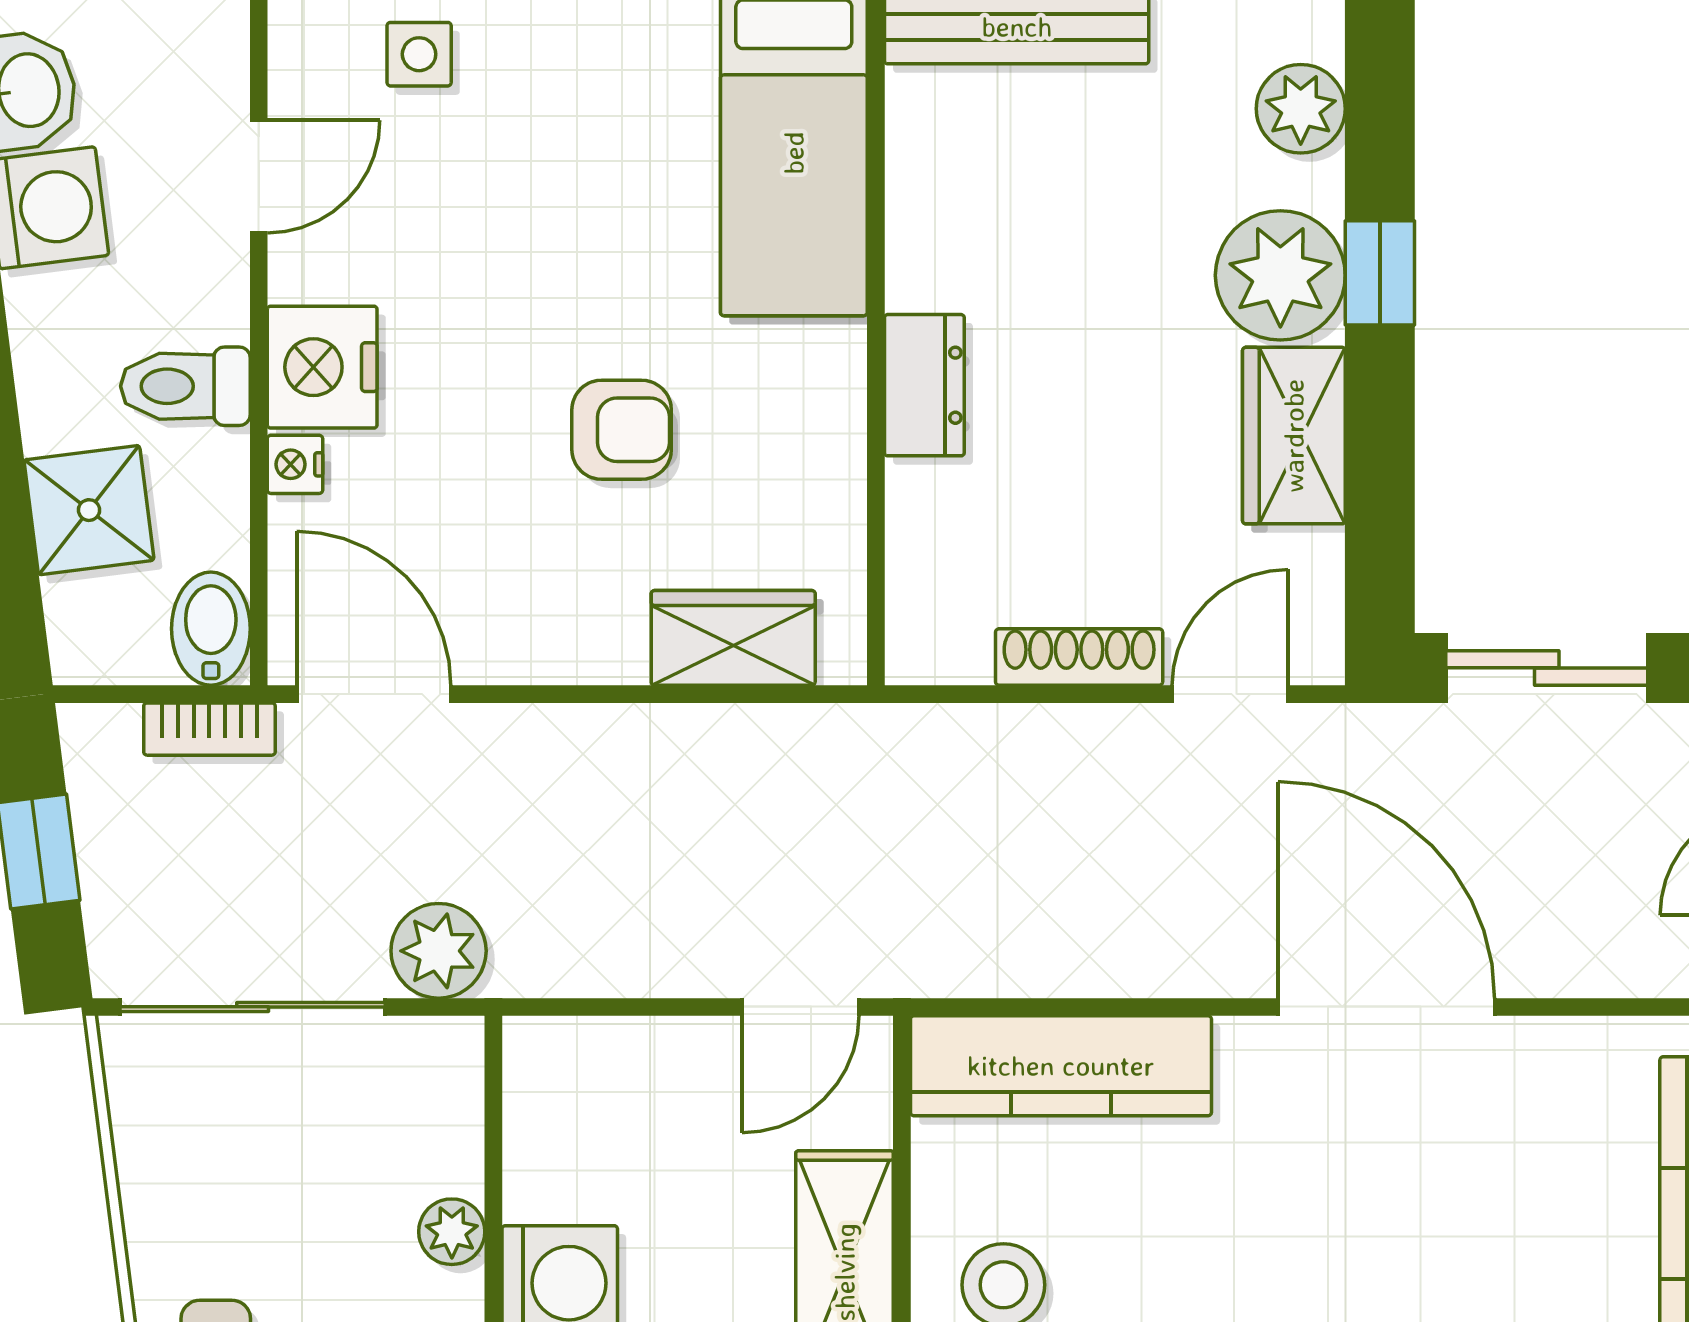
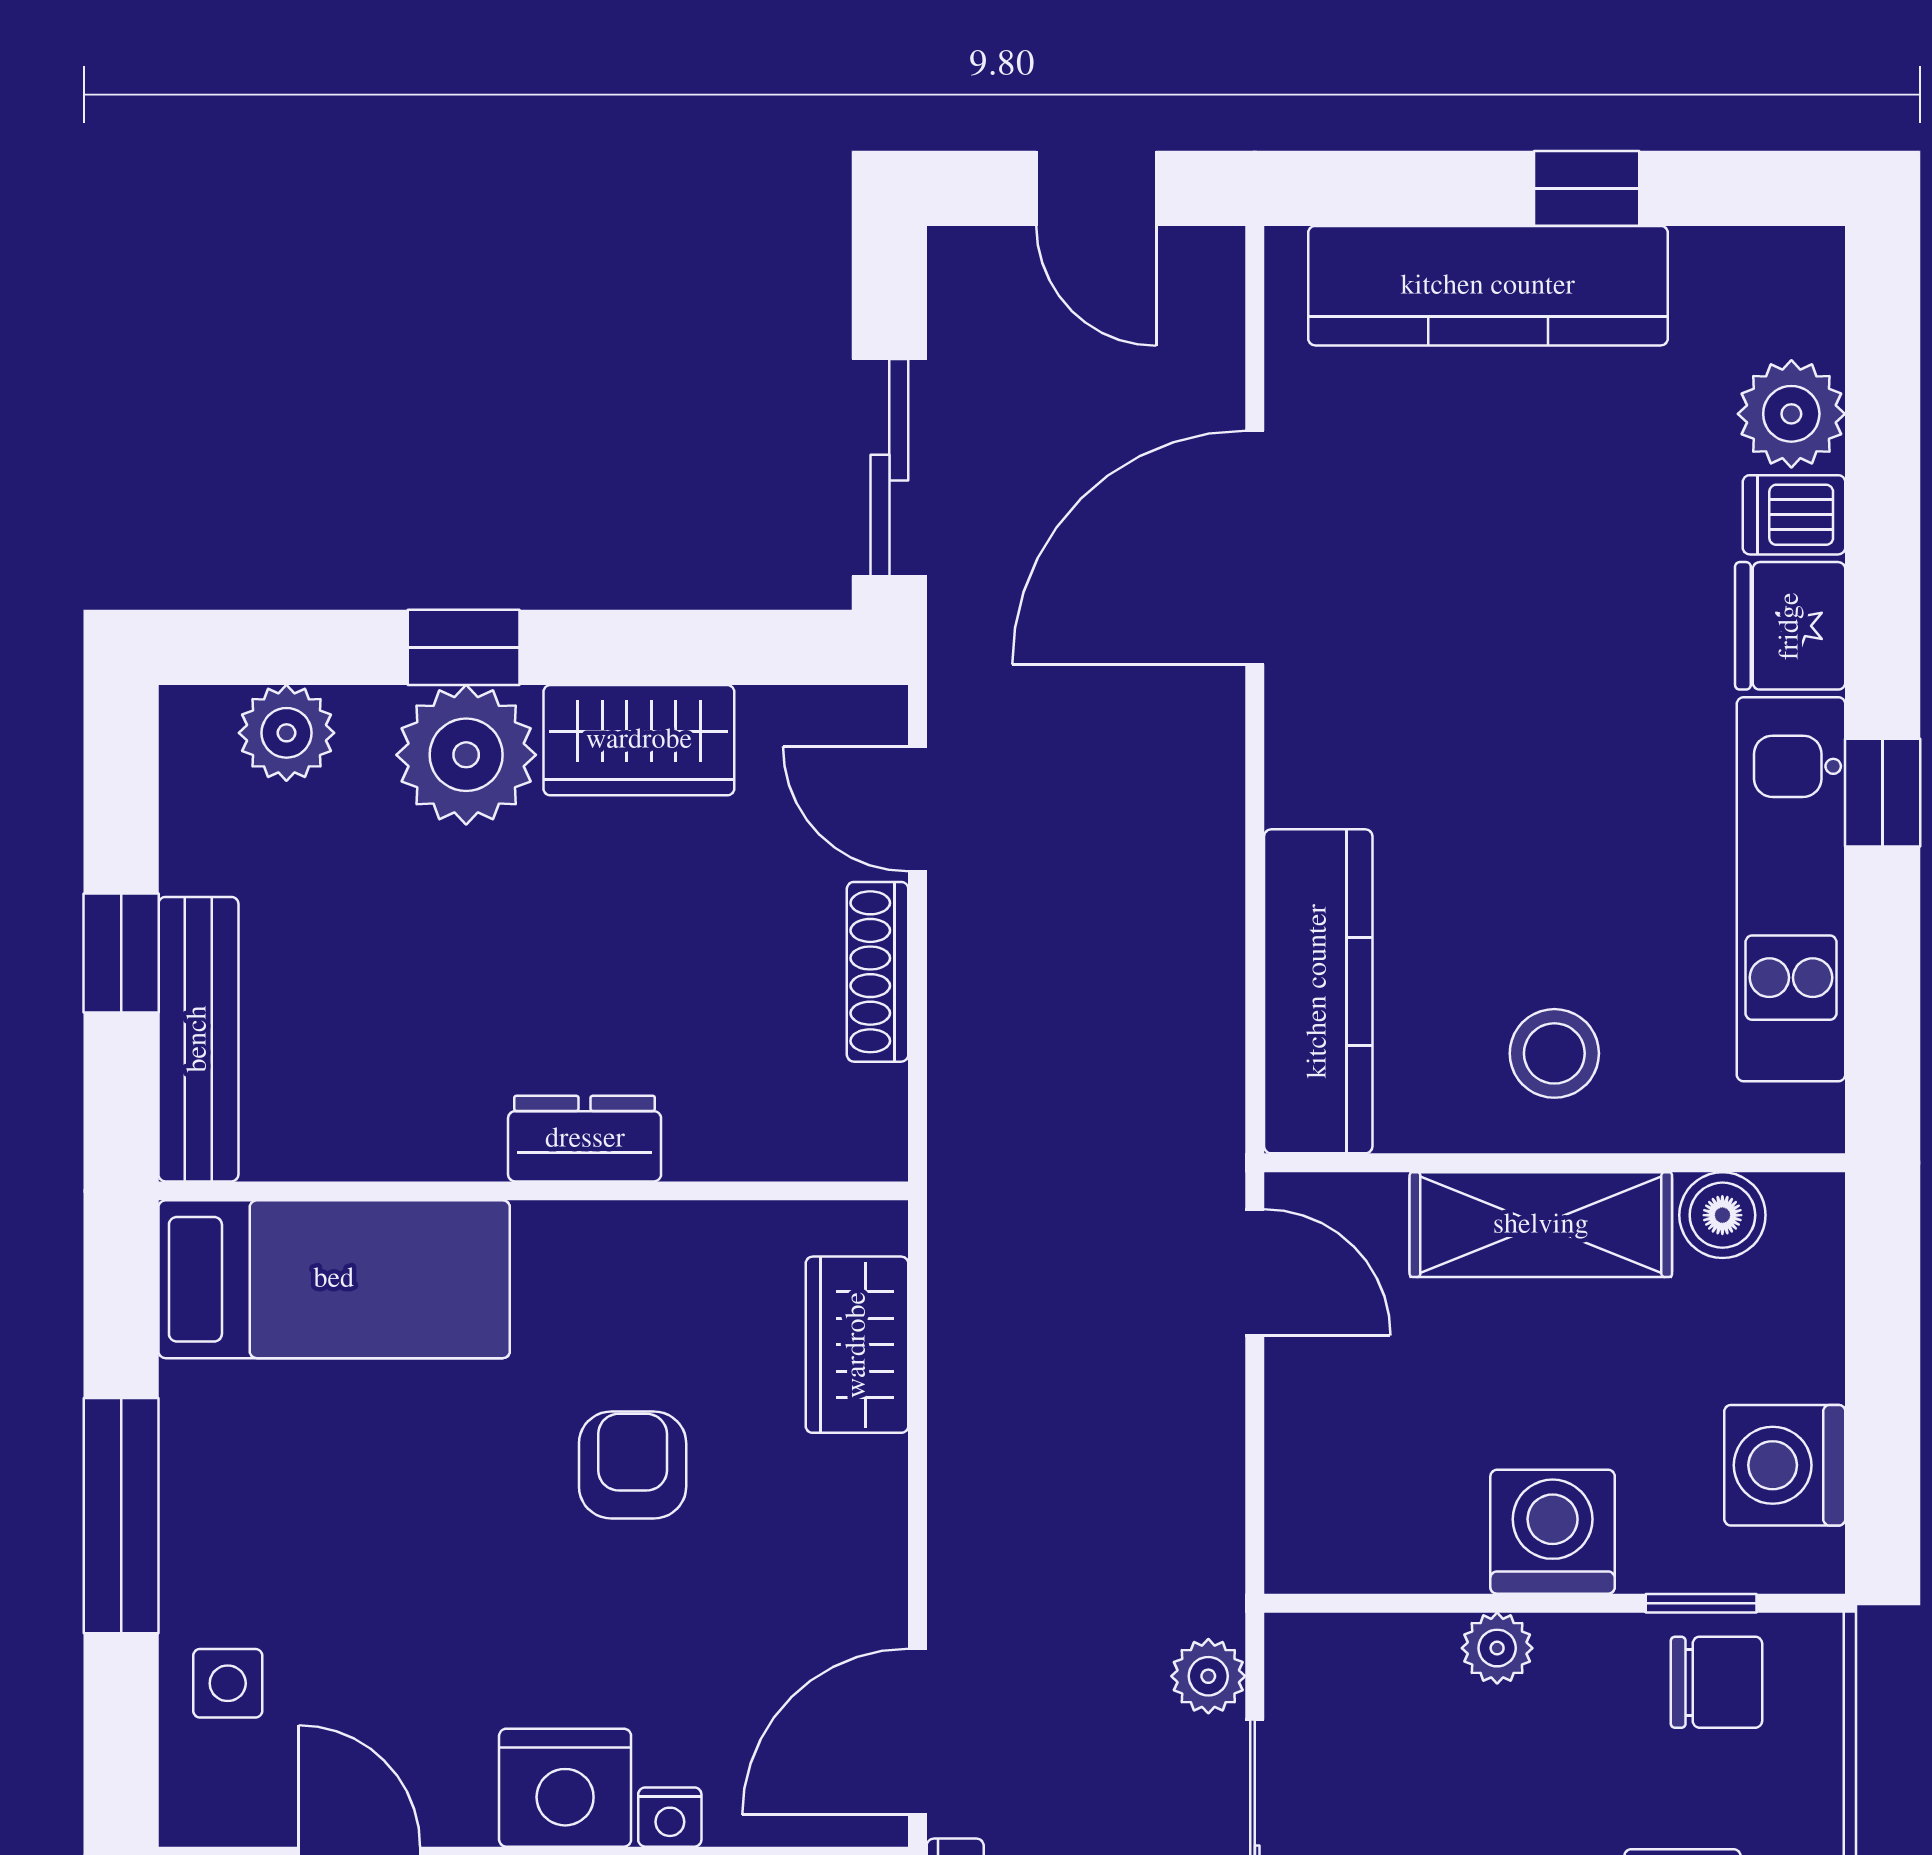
plant: (439, 951) -> (1208, 1676), width x0.73, depth x0.73
door: (1386, 1007) -> (1255, 548), moved

